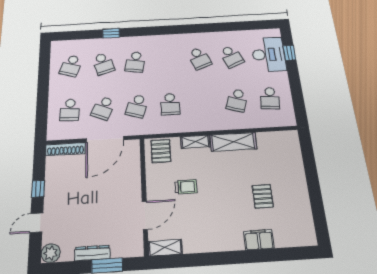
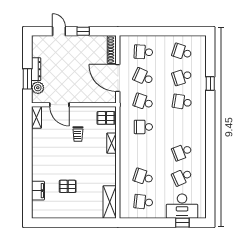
shelving: (233, 142) -> (110, 202), moved
filing cabinet: (259, 240) -> (38, 191), moved
plant: (51, 253) -> (38, 88), moved

